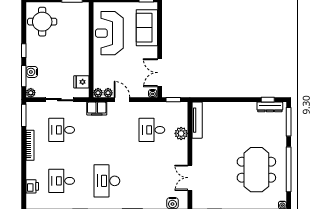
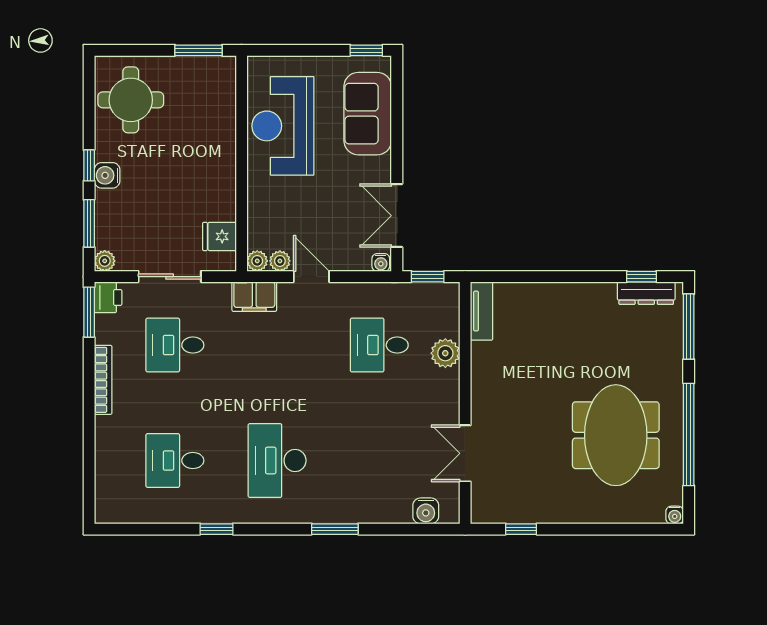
water cooler: (32, 72) -> (107, 175), moved
tv unit: (197, 120) -> (482, 311), width x0.71
printer: (32, 186) -> (108, 297), moved

